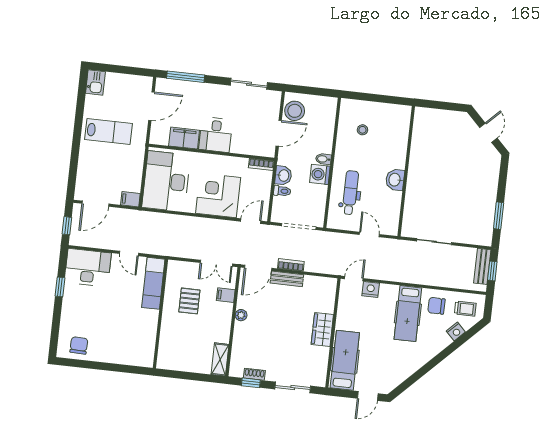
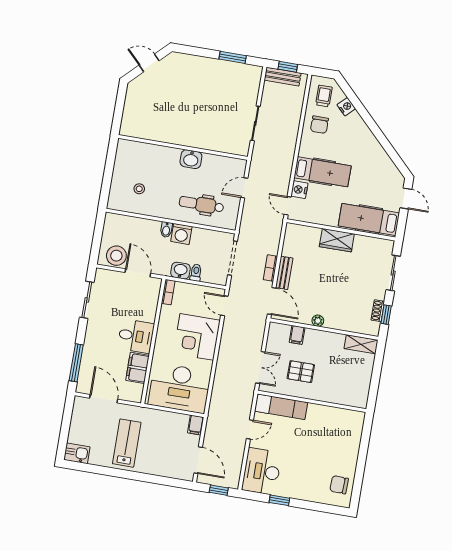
double door: (216, 263) -> (260, 367), moved
hospital bed: (408, 314) -> (323, 172), moved

